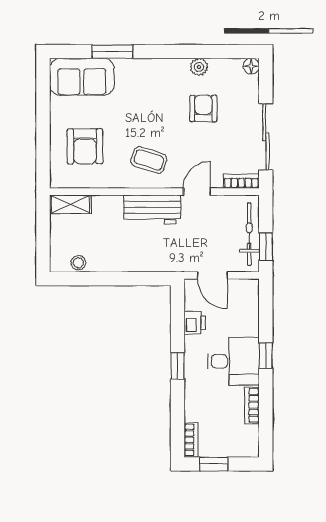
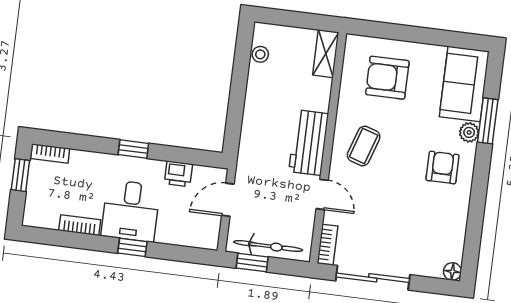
plant: (199, 67) -> (469, 132), moved
armchair: (203, 108) -> (442, 167), moved, turned -90

